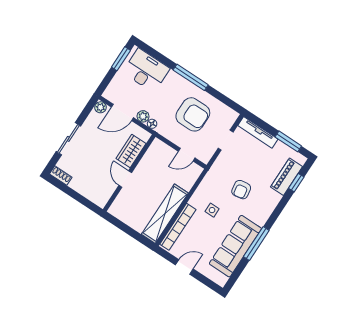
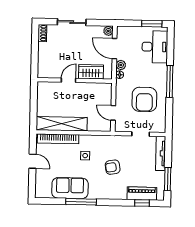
sofa: (235, 246) -> (70, 188), width x0.73

